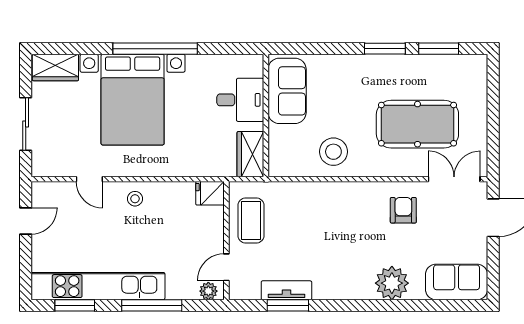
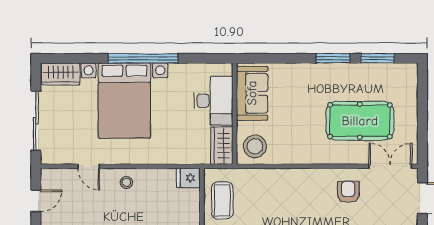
desk: (240, 100) -> (213, 101), width x1.37
sliding door: (26, 124) -> (36, 121), width x1.37
stool: (333, 152) -> (255, 146), moved

